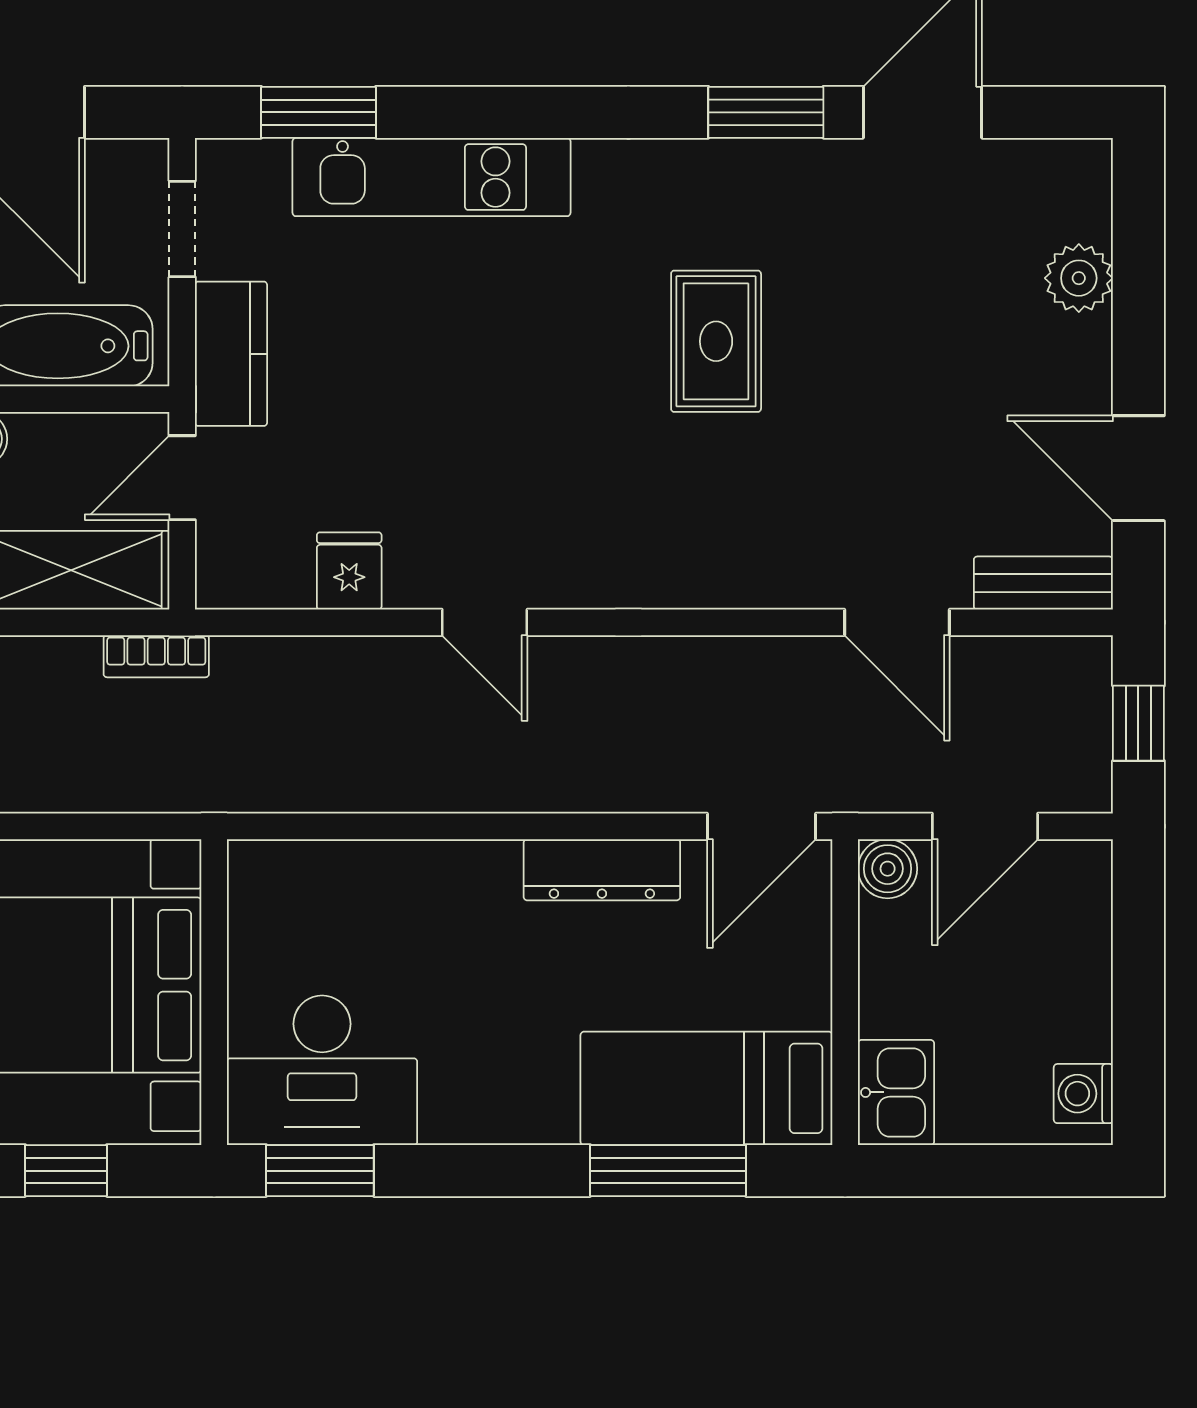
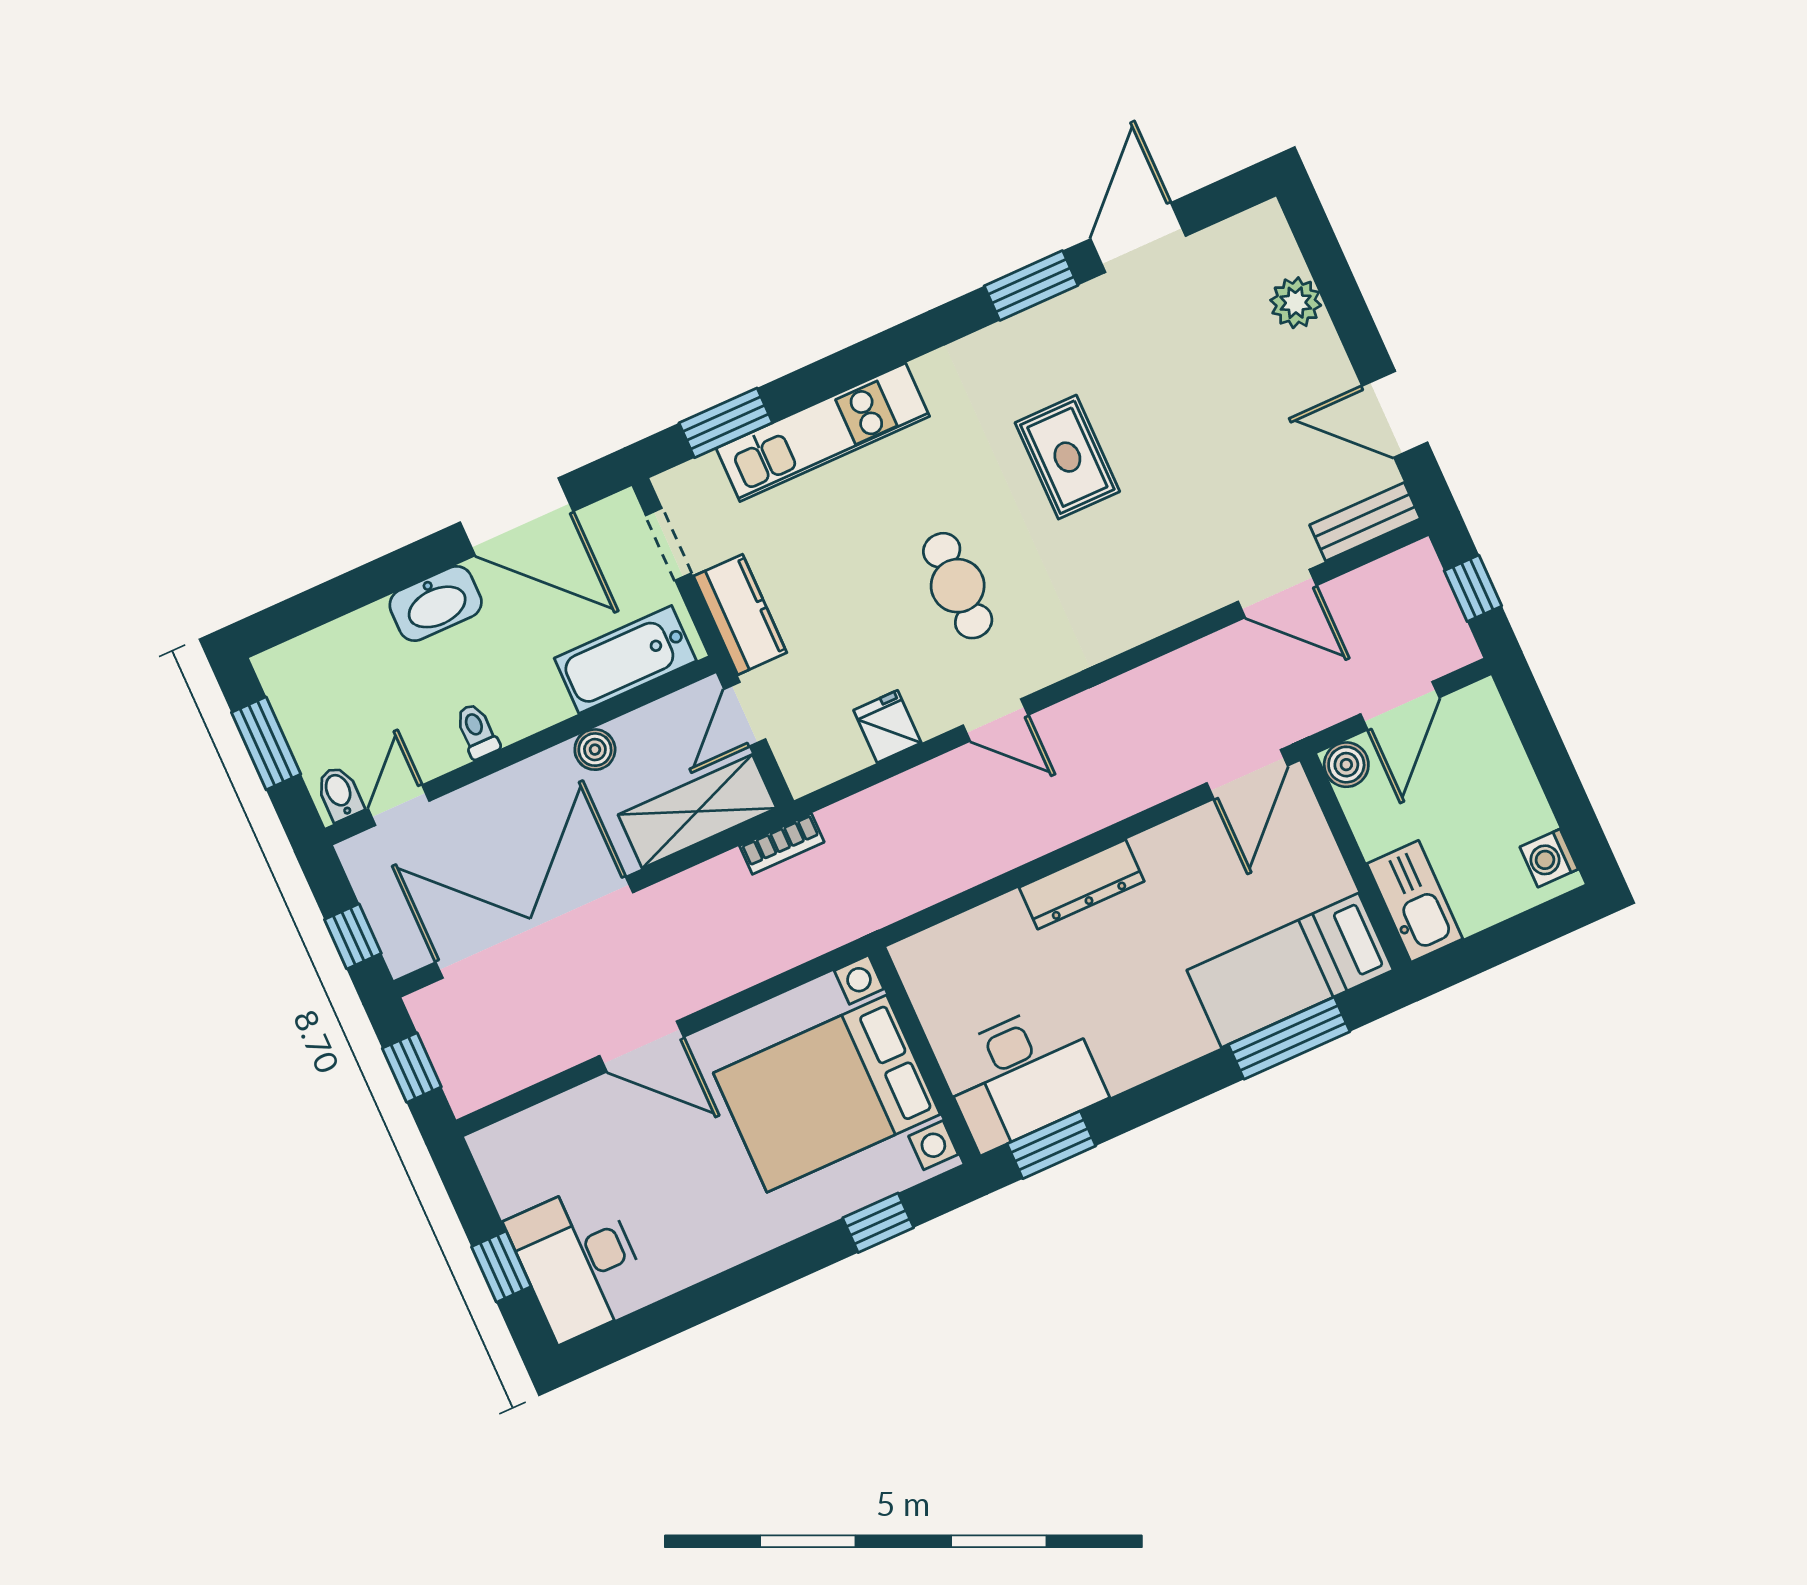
cafe table: (512, 438) -> (958, 586), added
dresser: (602, 870) -> (1082, 884), moved
kitchen sink: (896, 1092) -> (1415, 901), width x1.38

